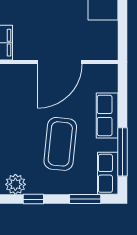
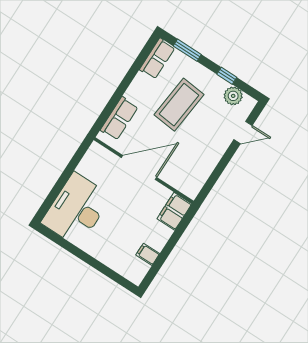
row of seats: (107, 115) -> (119, 118), moved
window: (123, 152) -> (135, 68), removed

